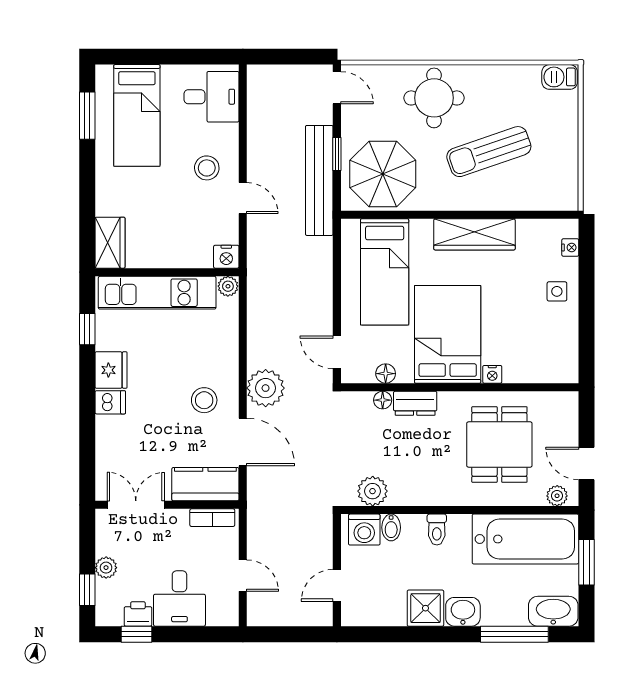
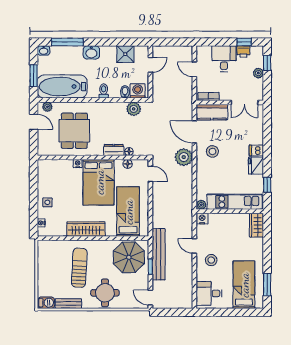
bench: (512, 75) -> (68, 304), added
sun lounger: (489, 152) -> (79, 268), turned -68
shower: (425, 608) -> (125, 54), moved
washbasin: (553, 611) -> (44, 51), width x0.52, depth x0.69

